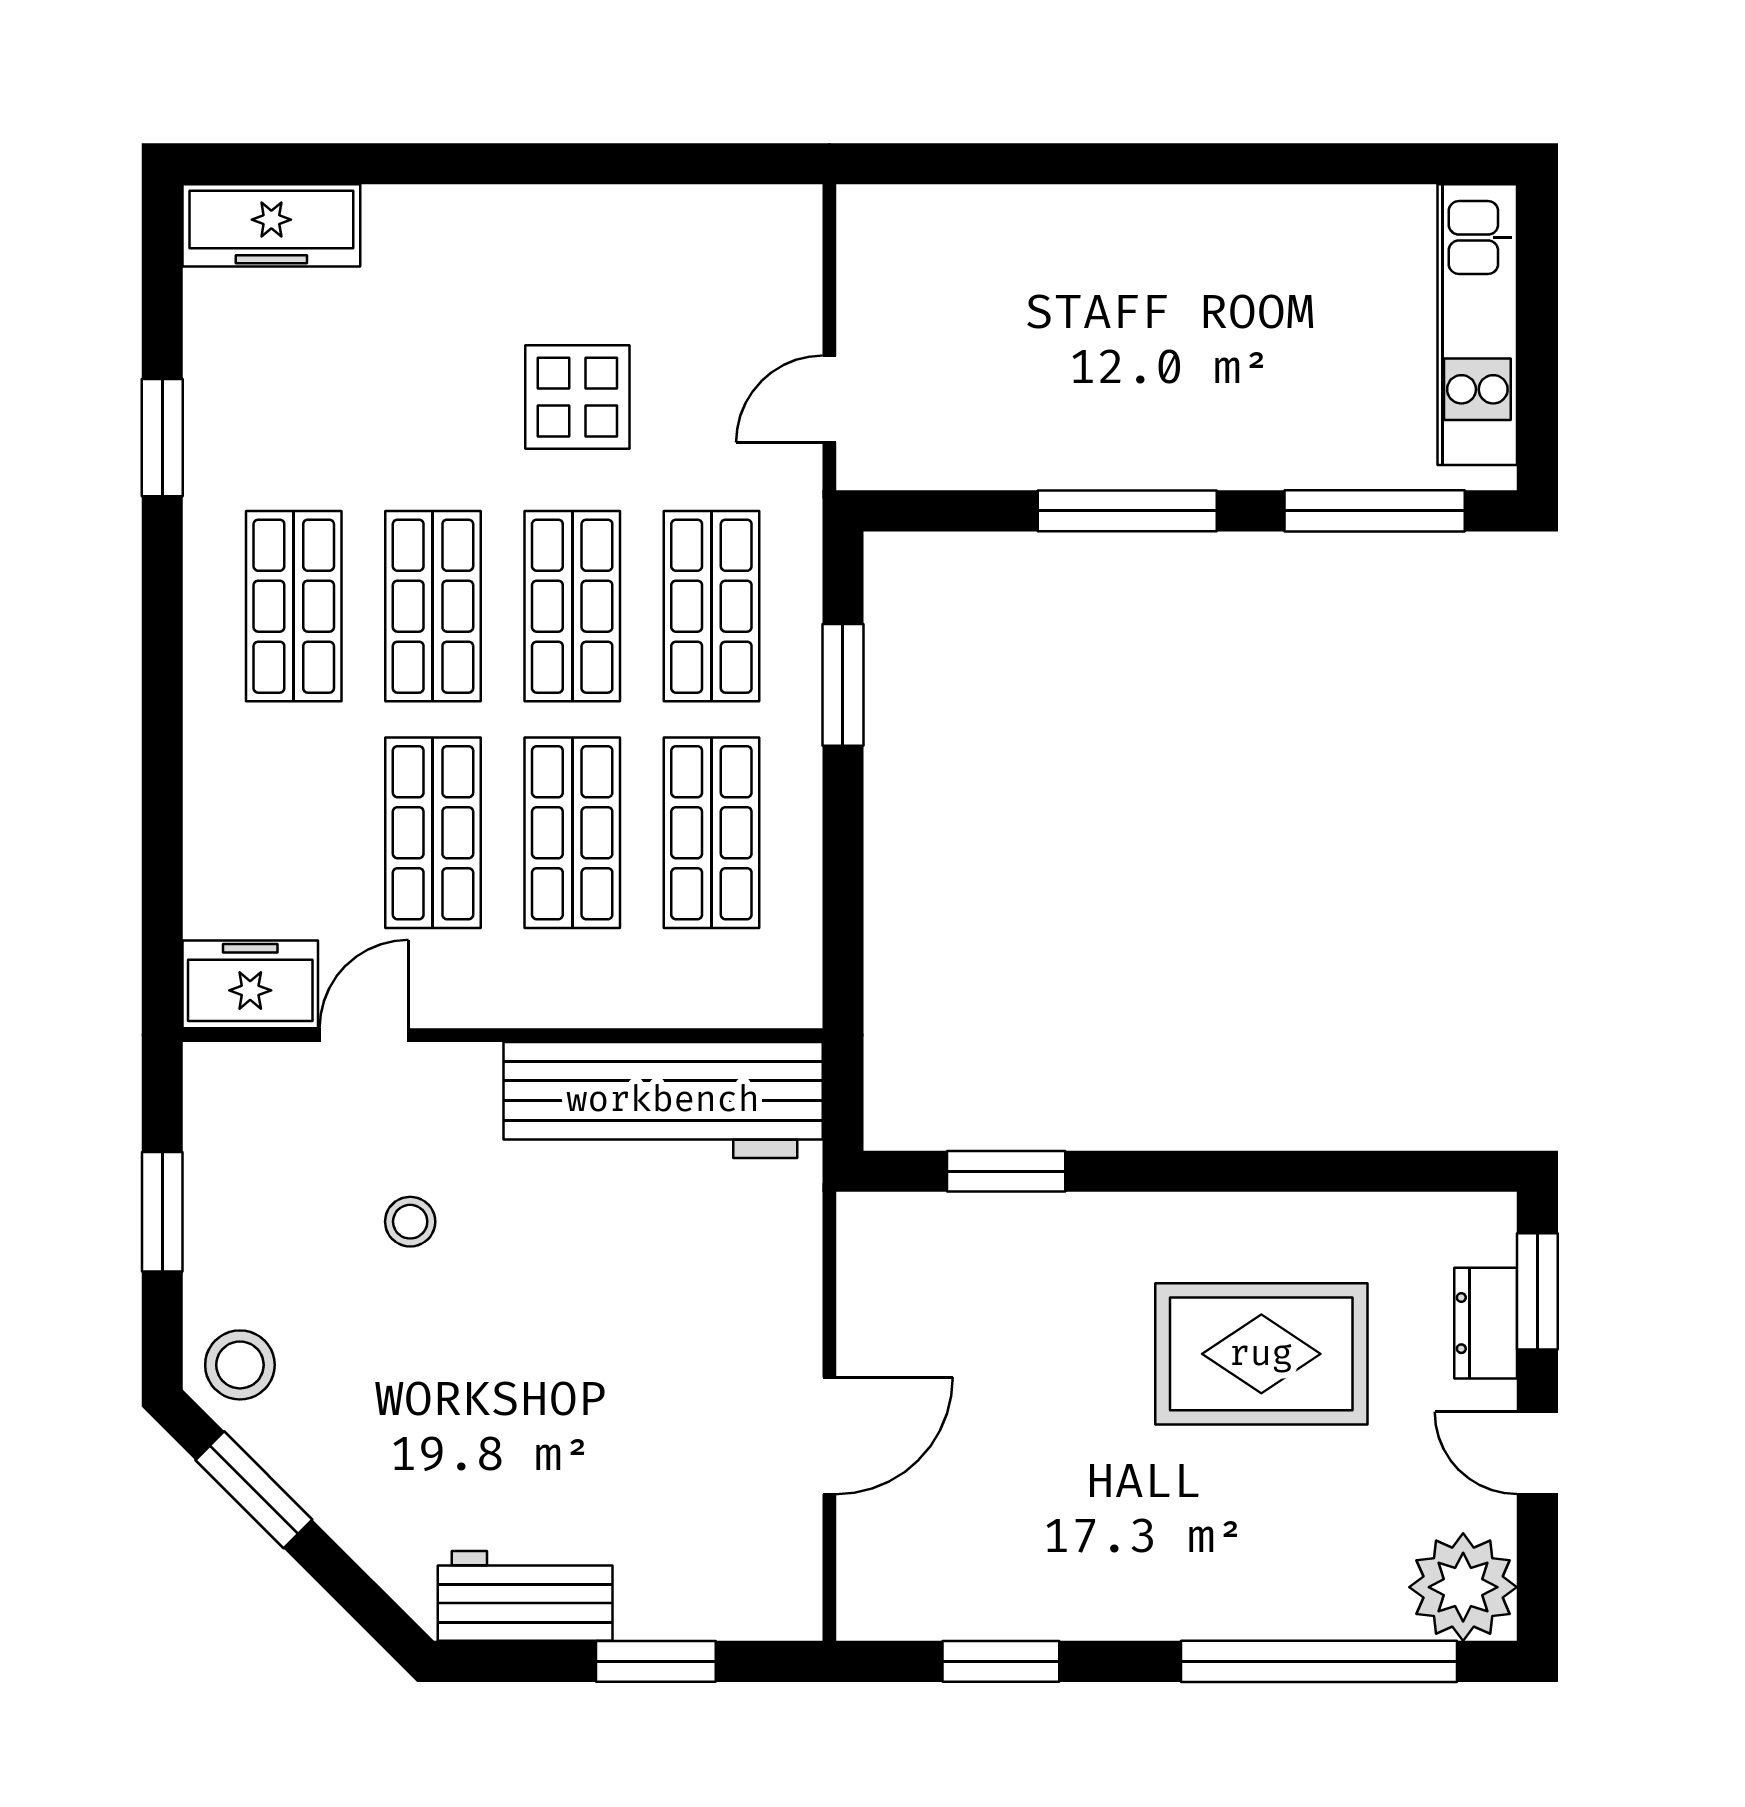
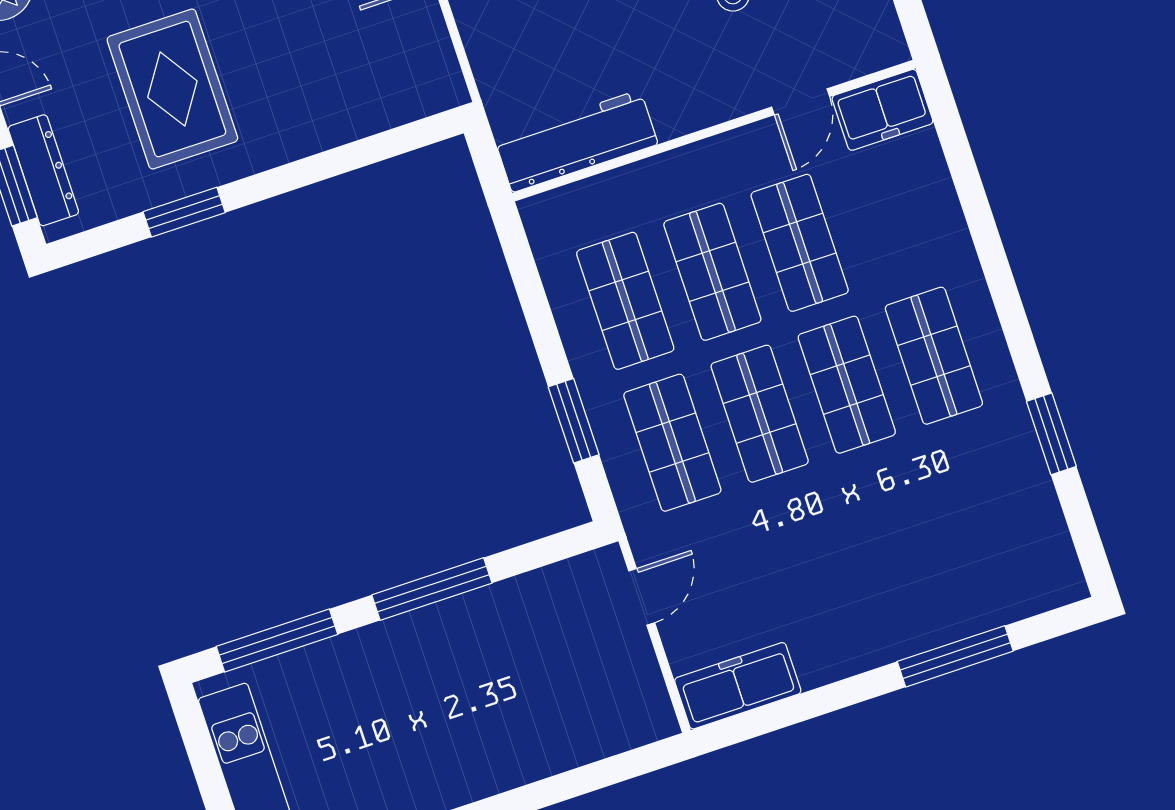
window: (407, 164) -> (955, 656), added
freezer: (271, 225) -> (738, 686), moved
display table: (577, 397) -> (800, 546), removed
workbench: (663, 1100) -> (576, 141), width x0.73, depth x0.76
window: (1006, 1171) -> (184, 212), moved
dresser: (1486, 1323) -> (43, 170), width x1.44
rug: (1261, 1354) -> (172, 89), turned 90

